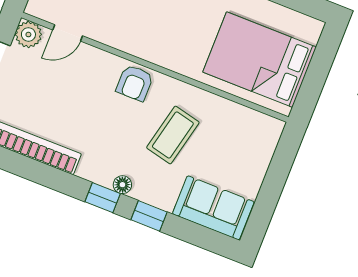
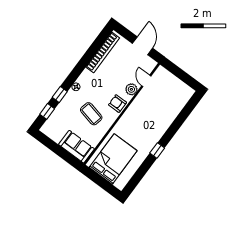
plant: (28, 34) -> (131, 89), moved
window: (103, 198) -> (47, 111), moved
sofa: (213, 208) -> (76, 147), moved, turned -90

